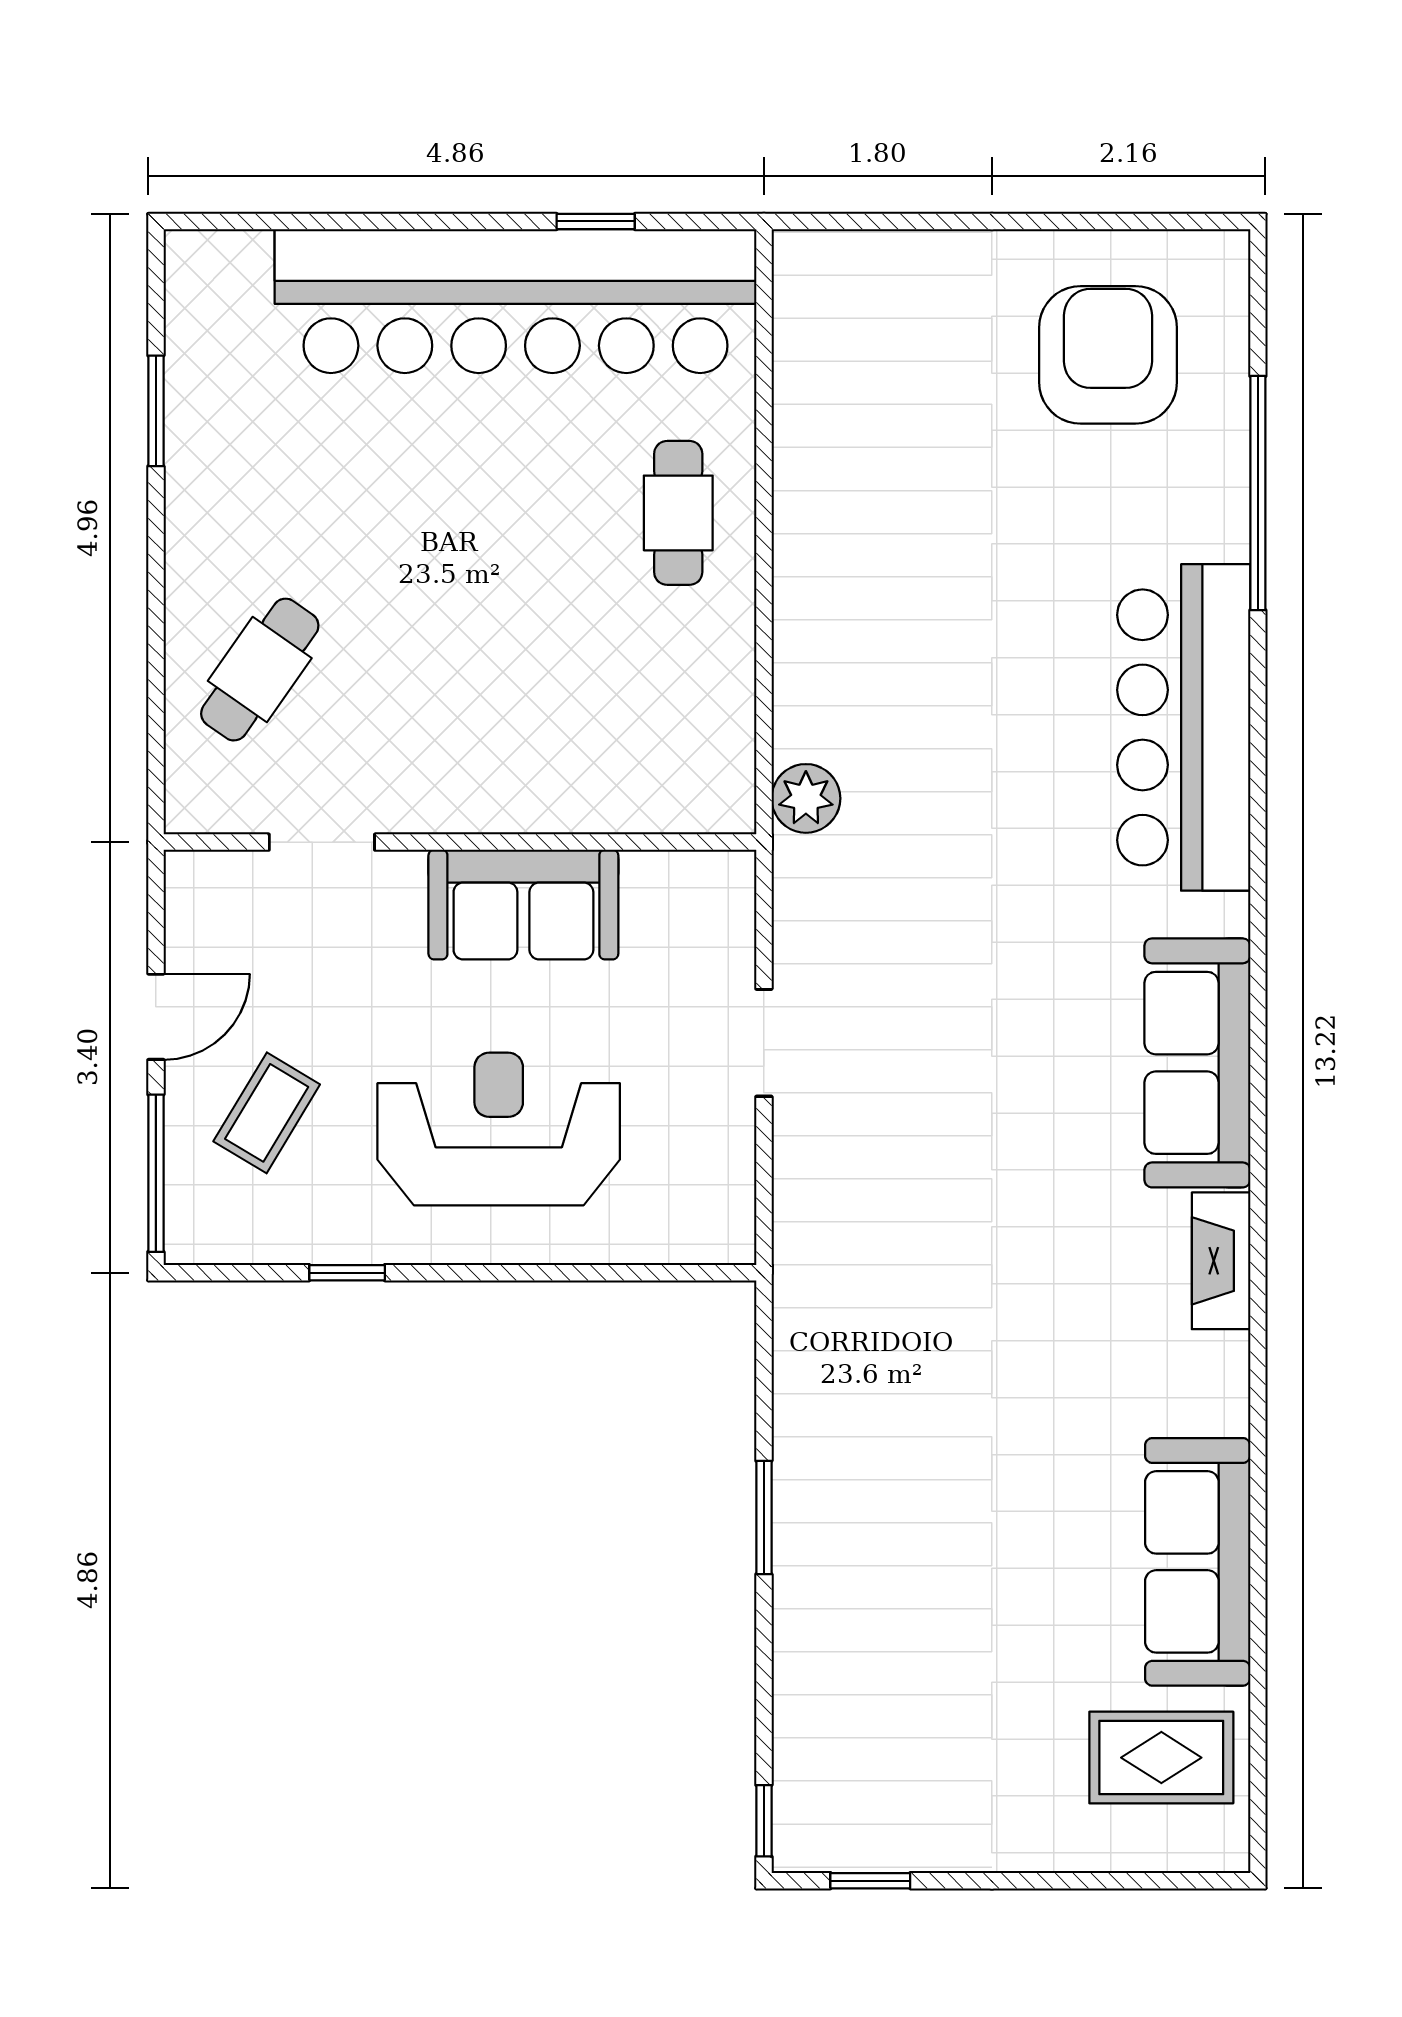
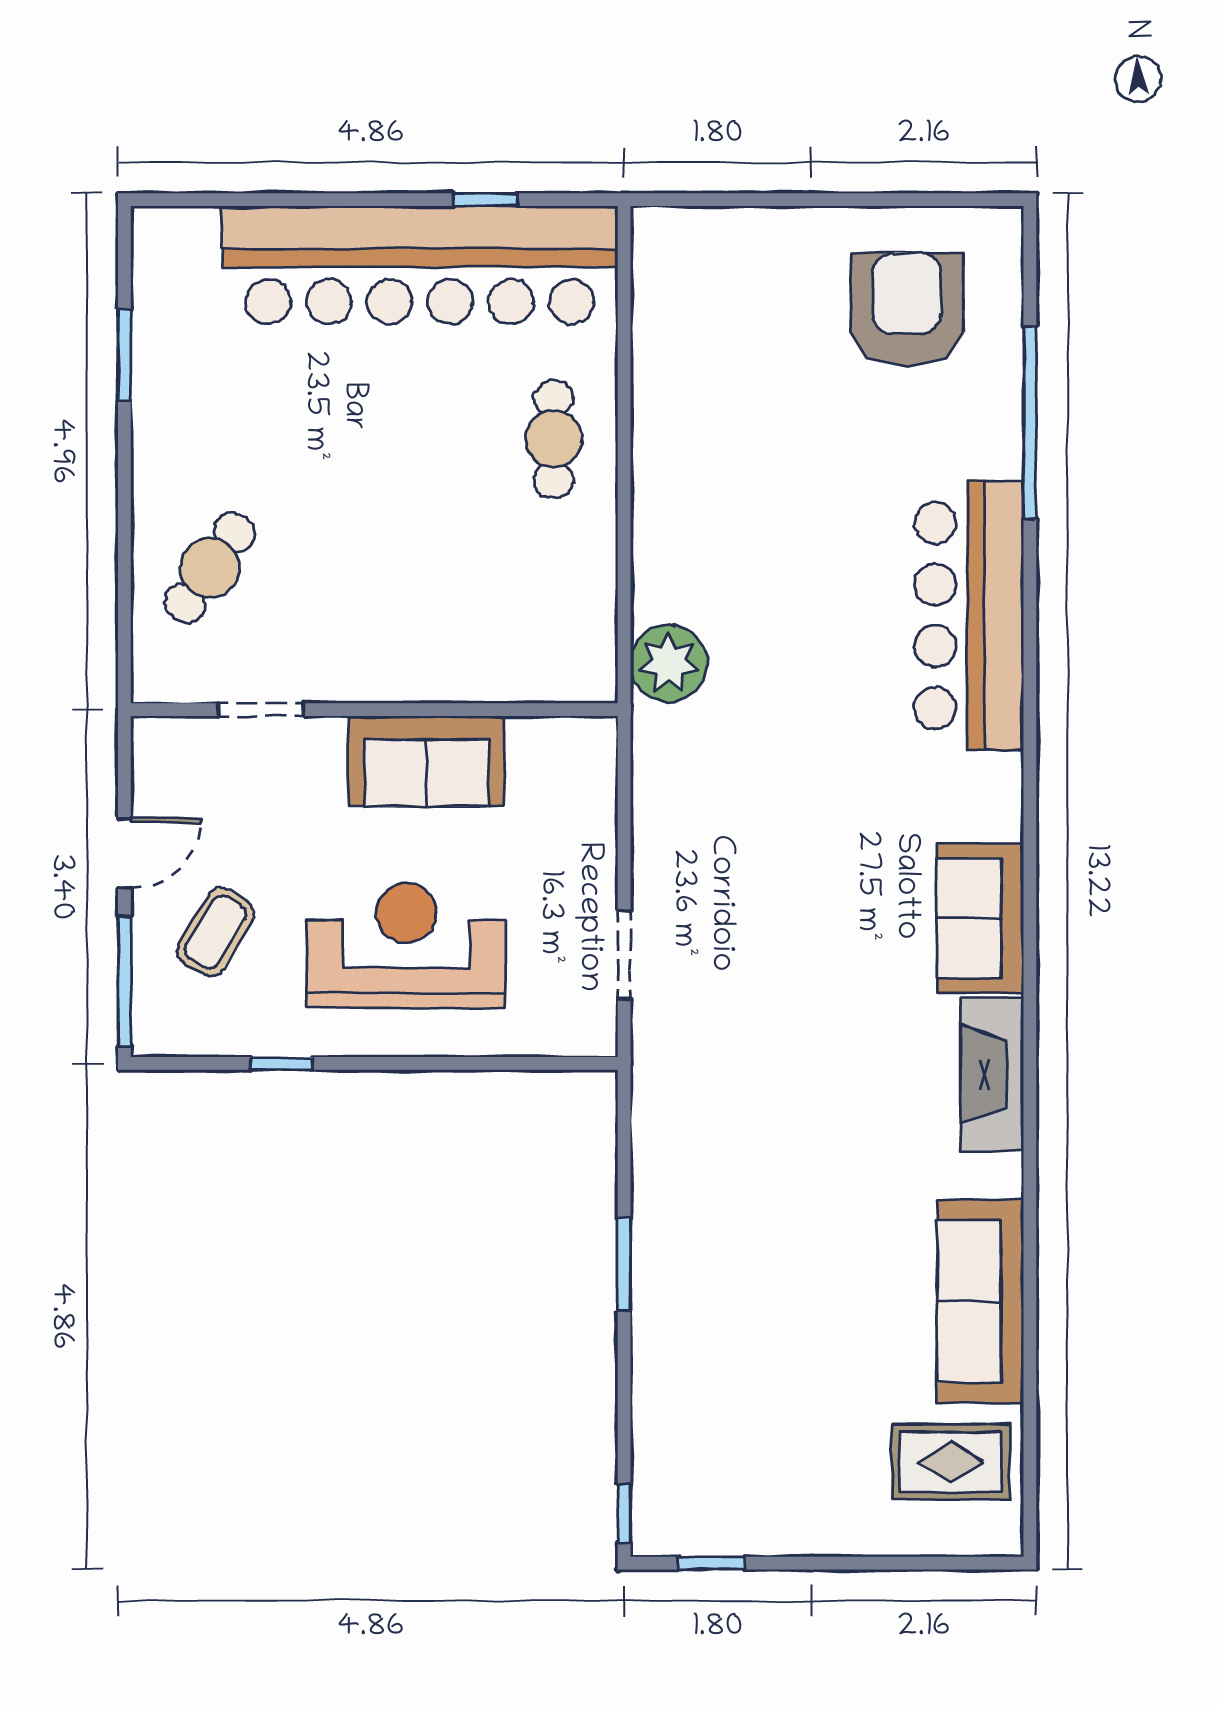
plant: (806, 798) -> (669, 663), width x1.36, depth x1.36
doorway: (764, 1043) -> (624, 955), moved
sofa: (1197, 1063) -> (980, 918), width x0.73
fireplace: (1221, 1261) -> (992, 1074), width x1.37, depth x1.32

